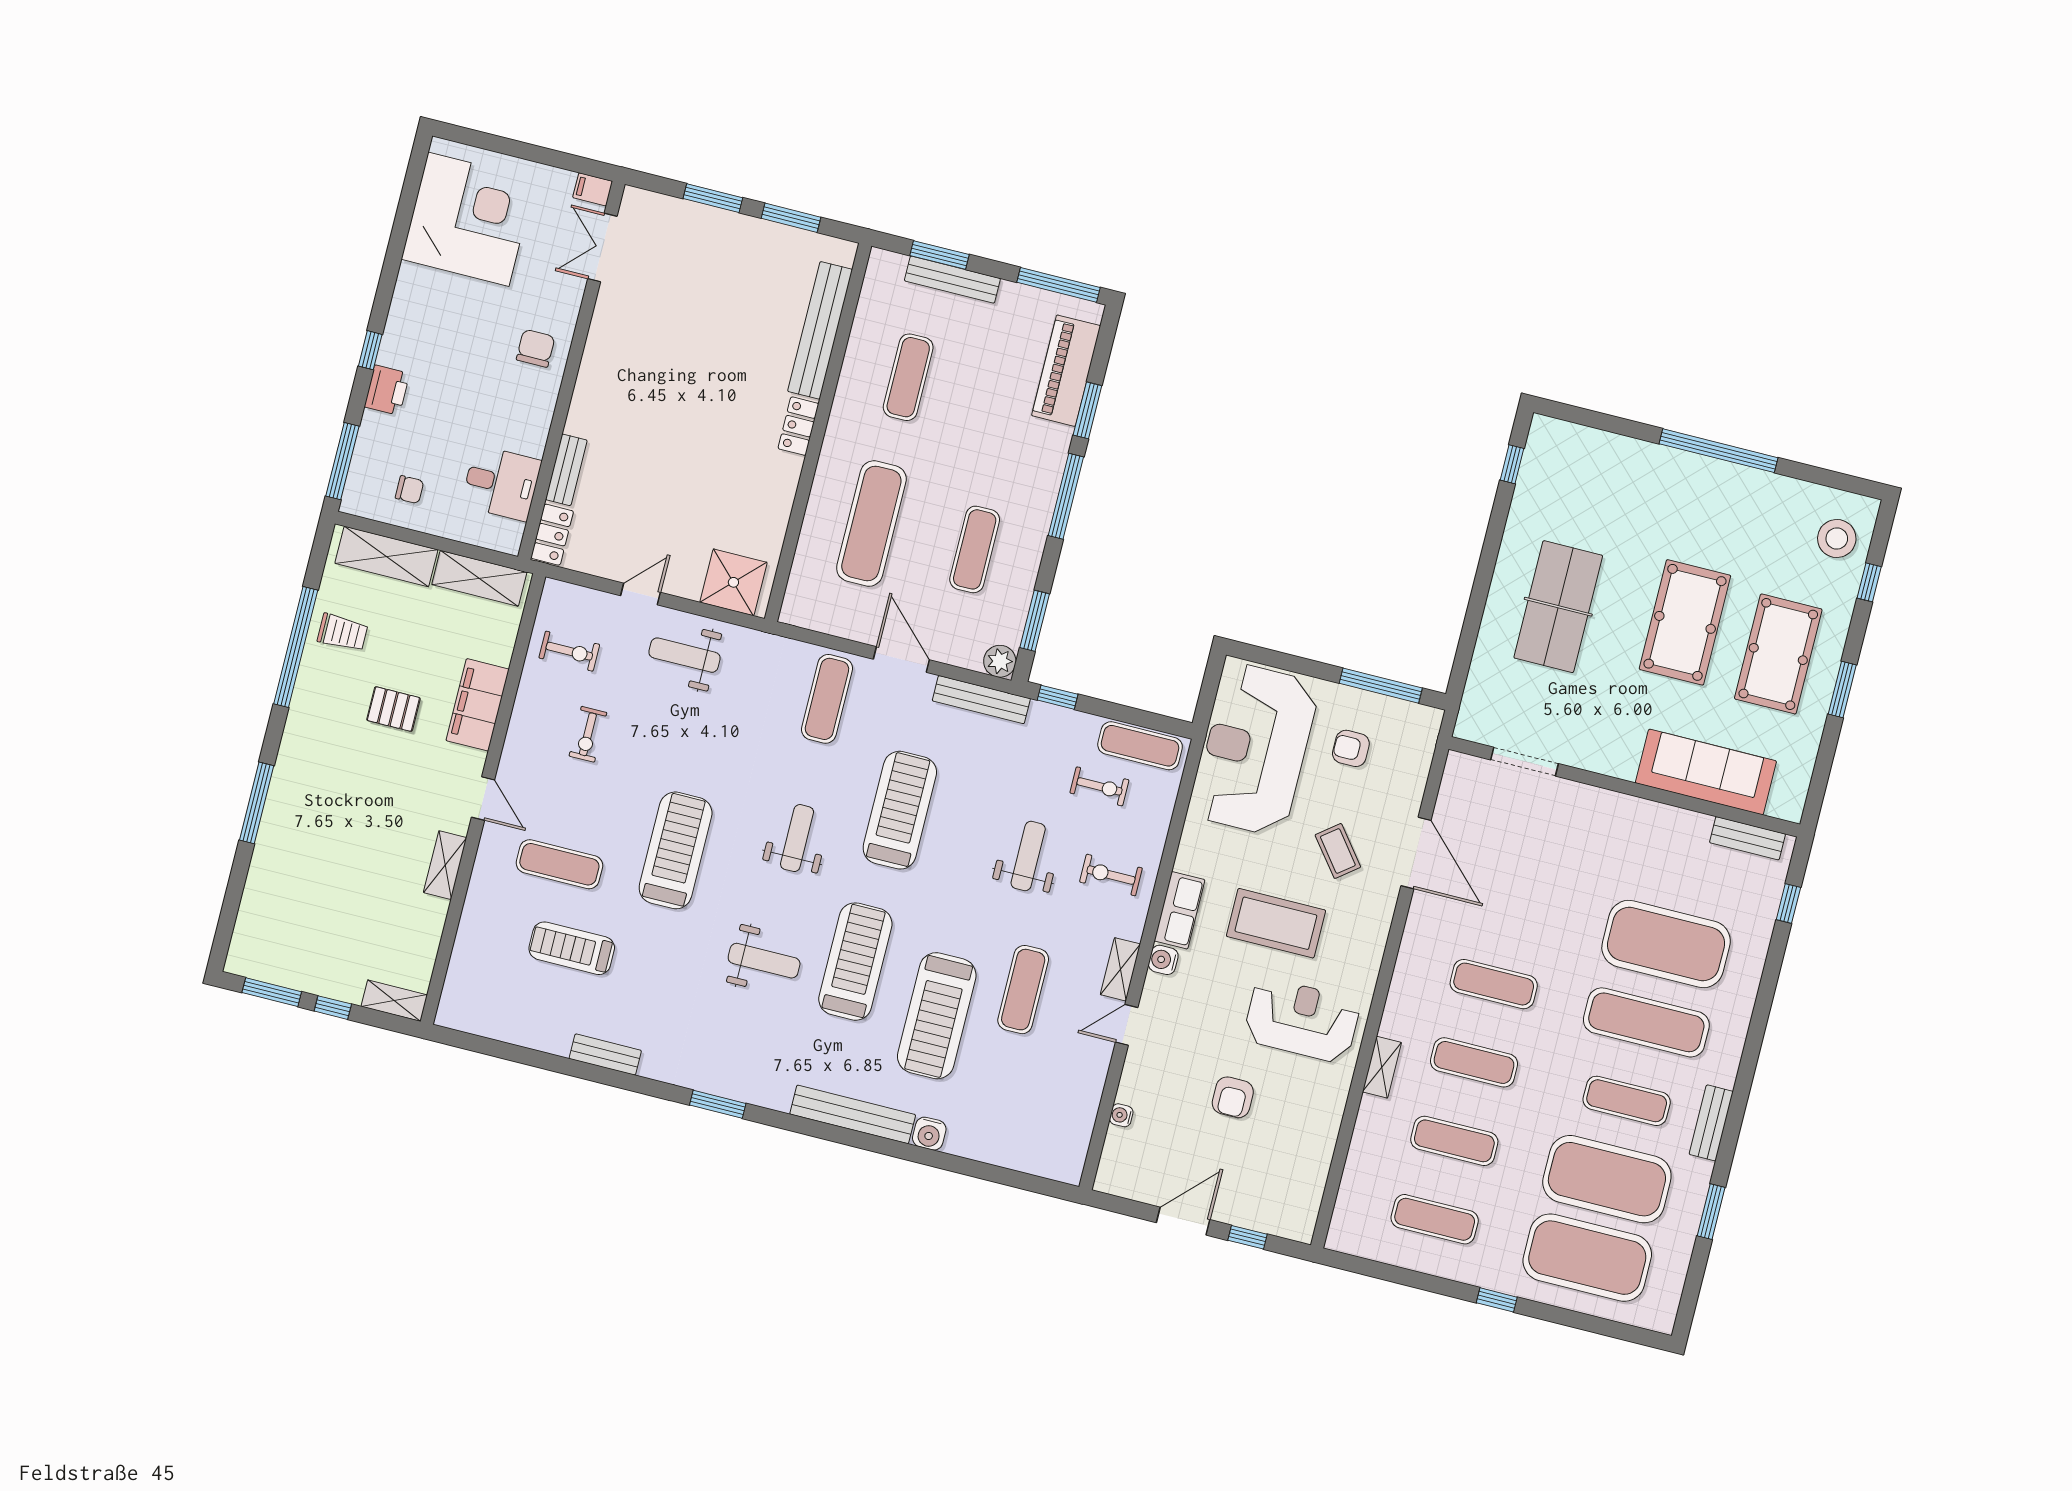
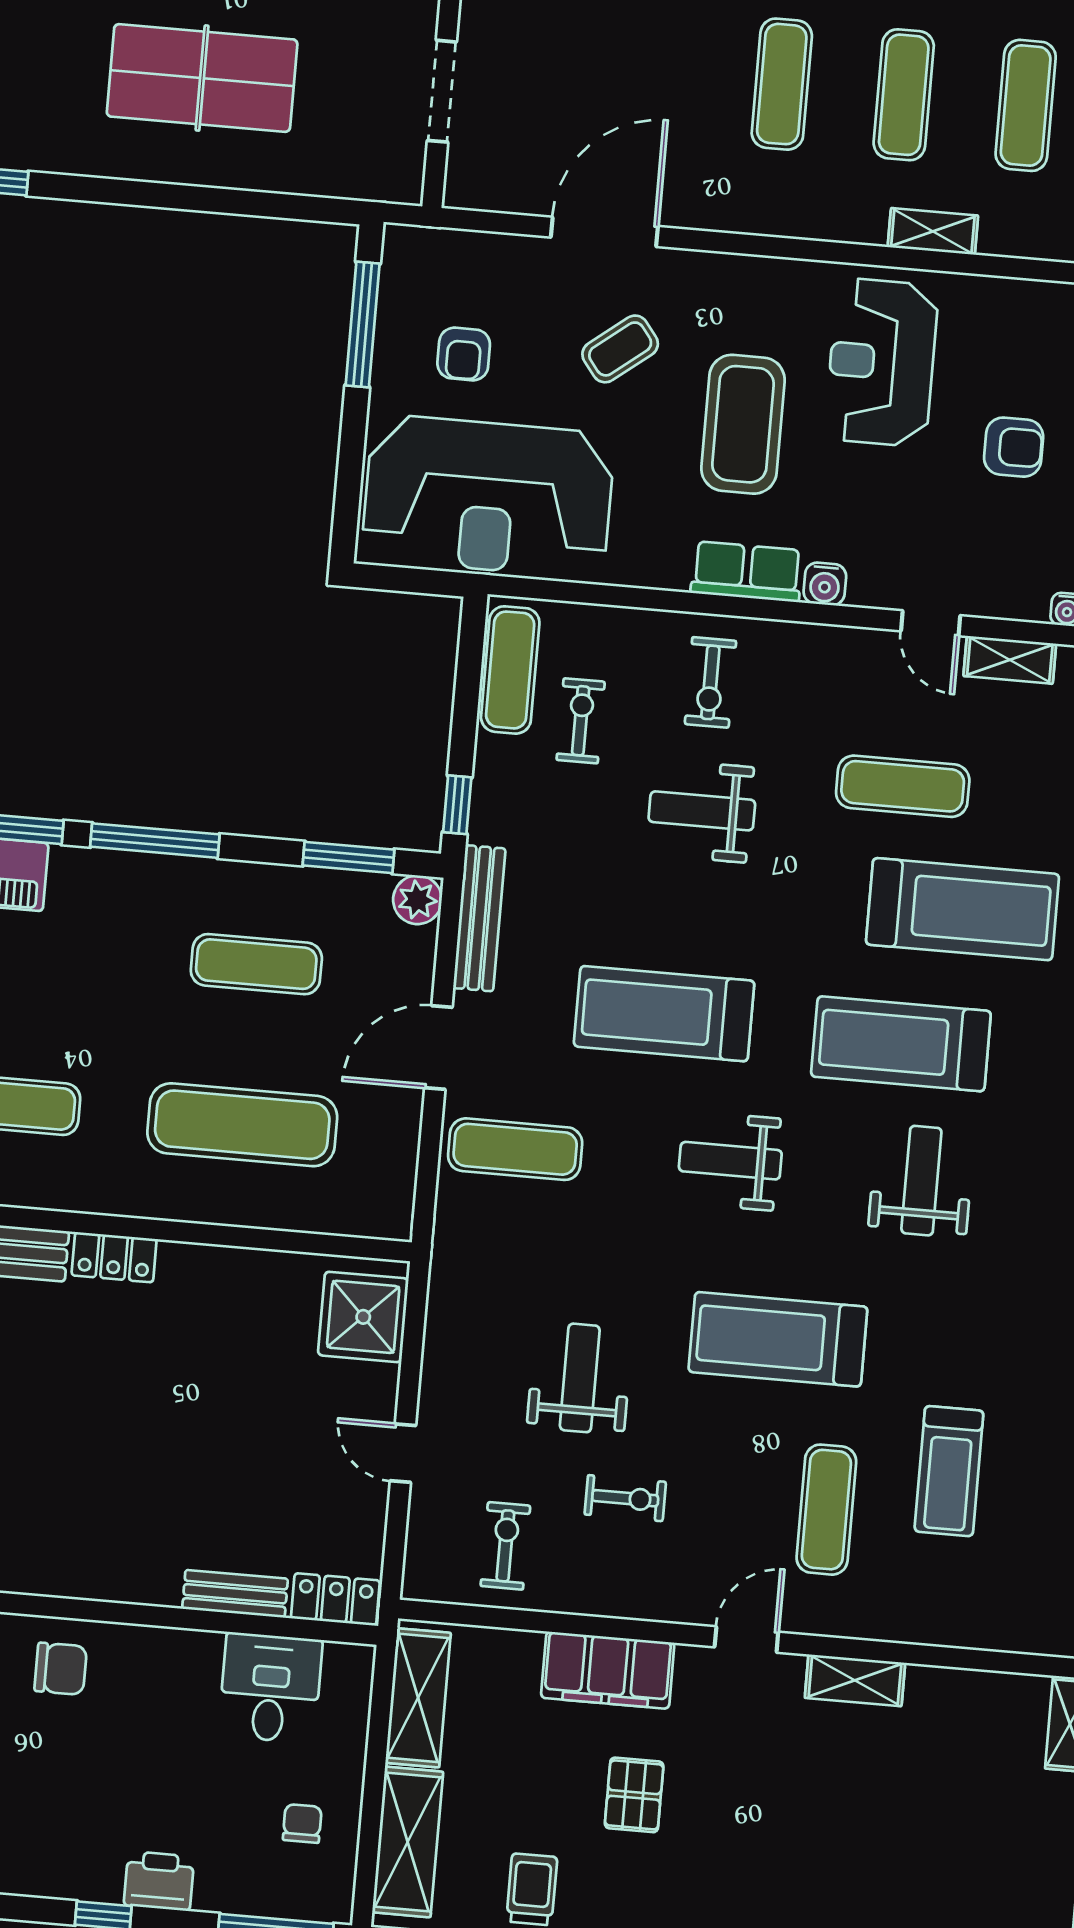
chair: (536, 348) -> (61, 1669), turned 180
weight bench: (684, 655) -> (580, 1378), moved, turned 180
shelving: (1120, 969) -> (1010, 660), moved

